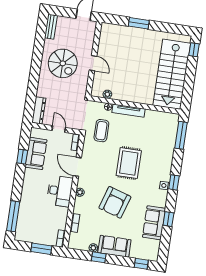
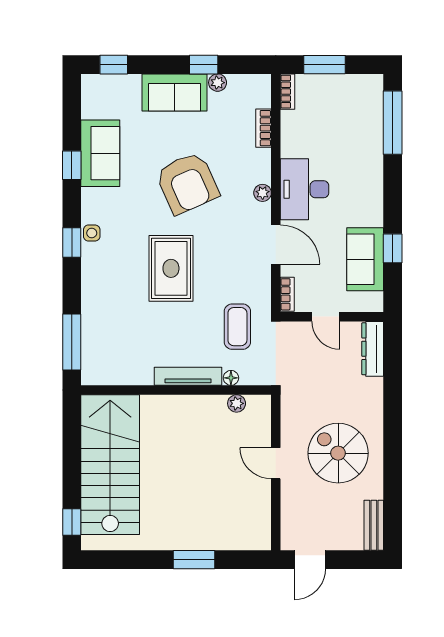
armchair: (115, 202) -> (187, 183), turned 139

